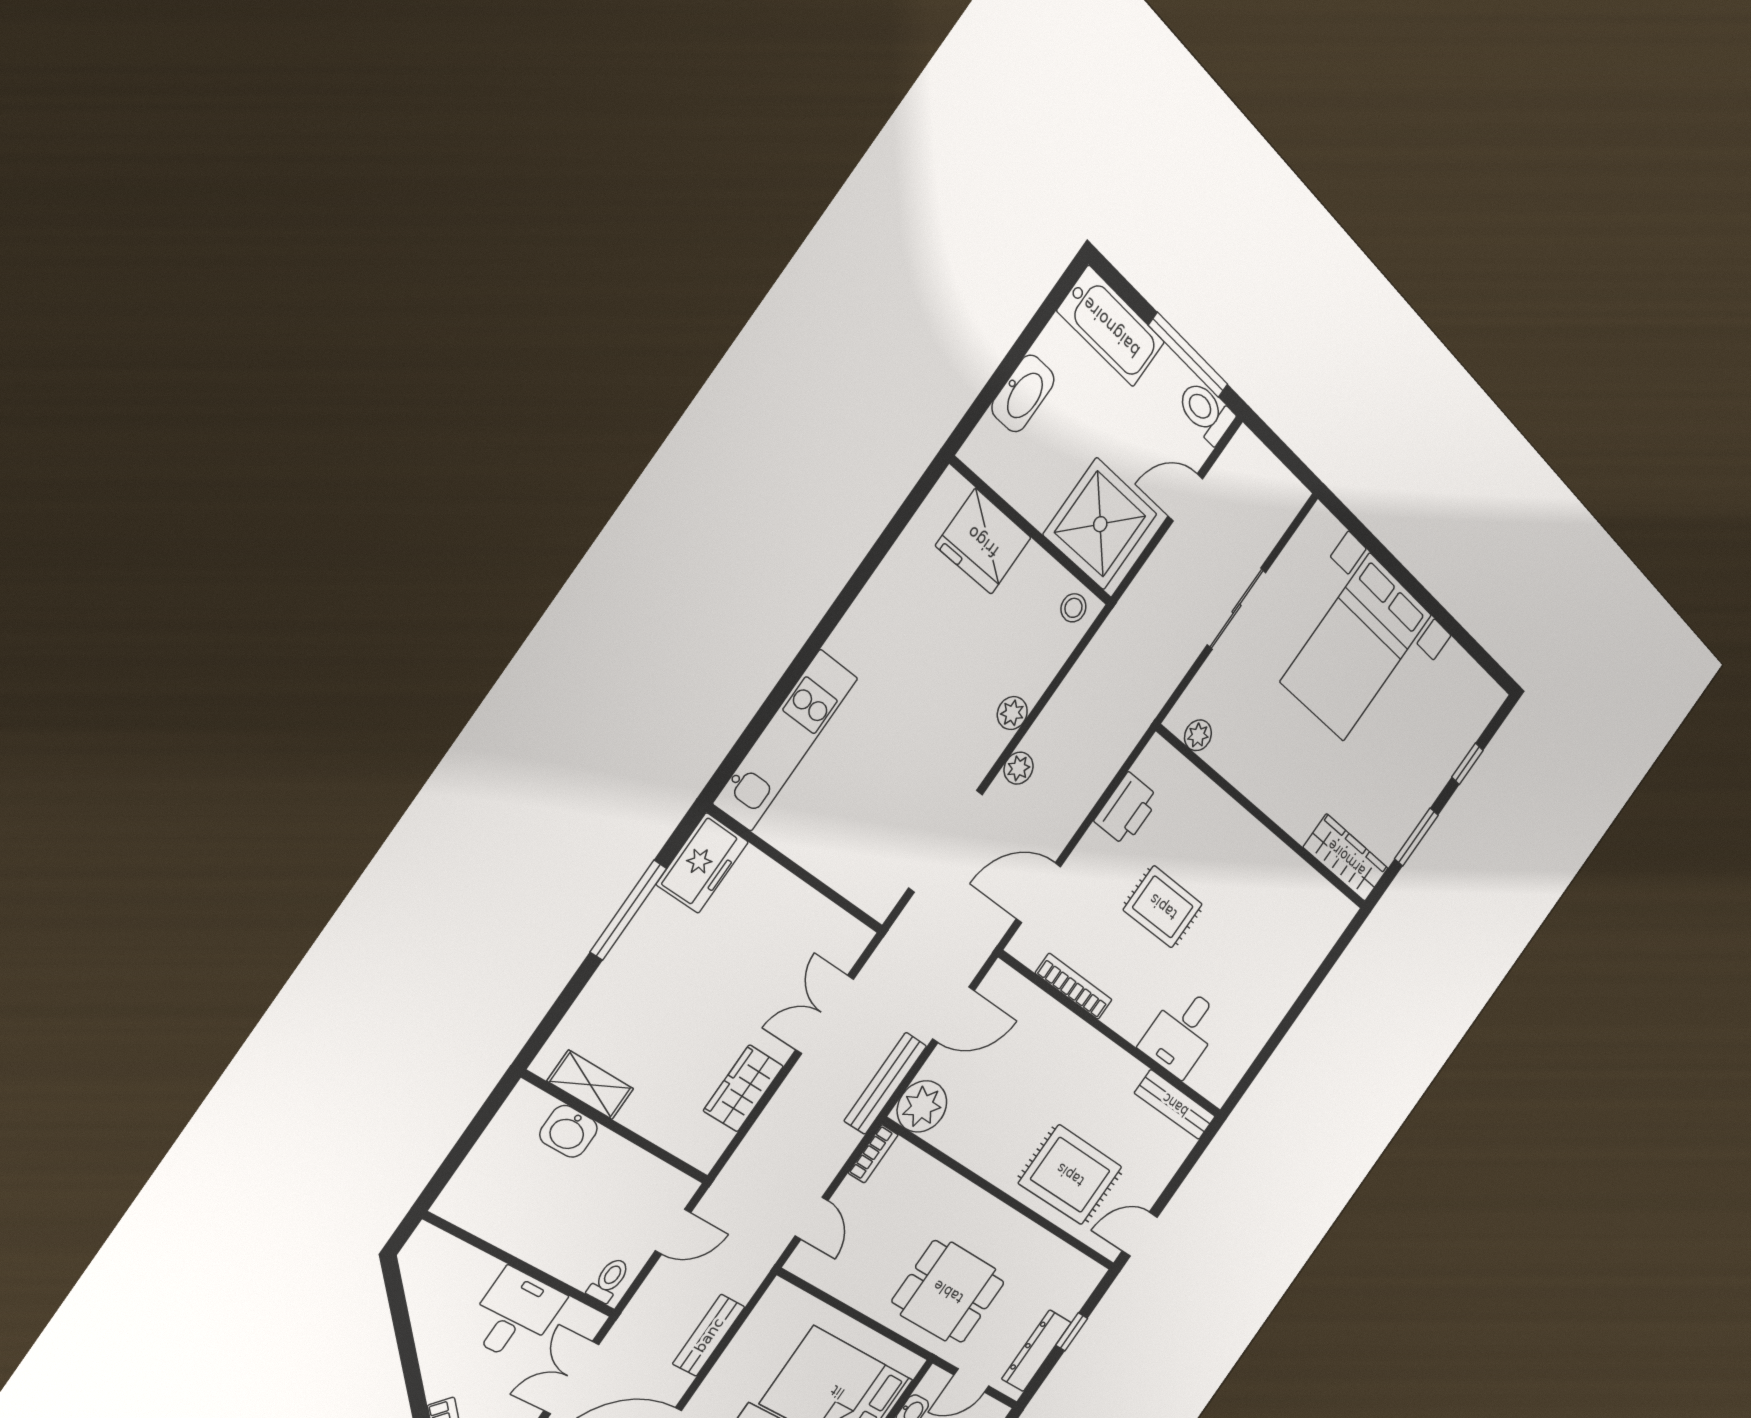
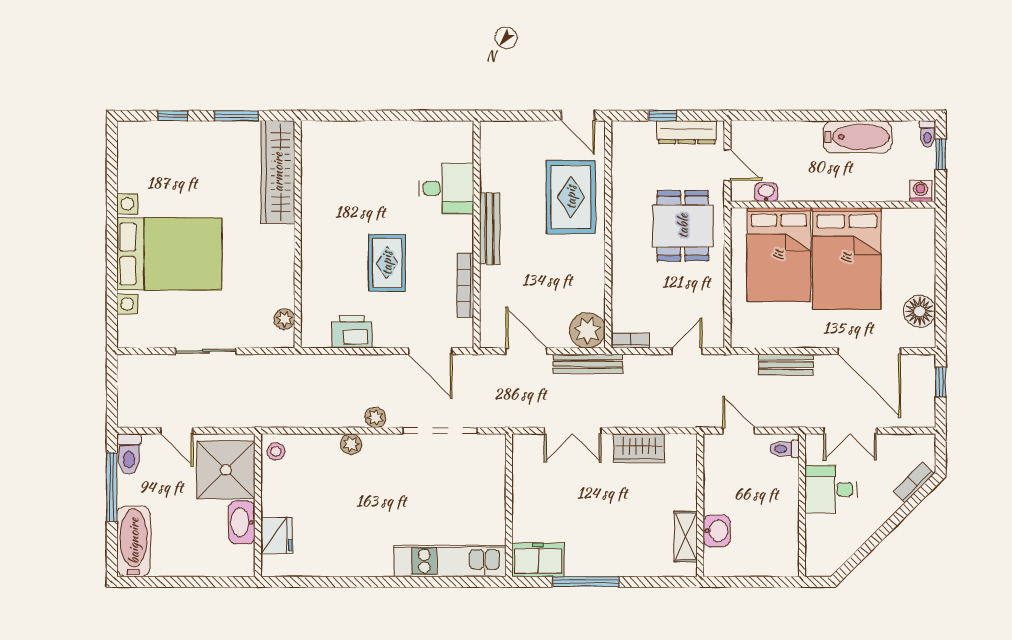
washbasin: (1023, 394) -> (242, 522), moved, turned -90
fridge: (983, 542) -> (277, 536), width x0.73, depth x0.75
wardrobe: (1346, 858) -> (278, 172), width x1.40, depth x1.17
bench: (1175, 1105) -> (490, 229), moved

